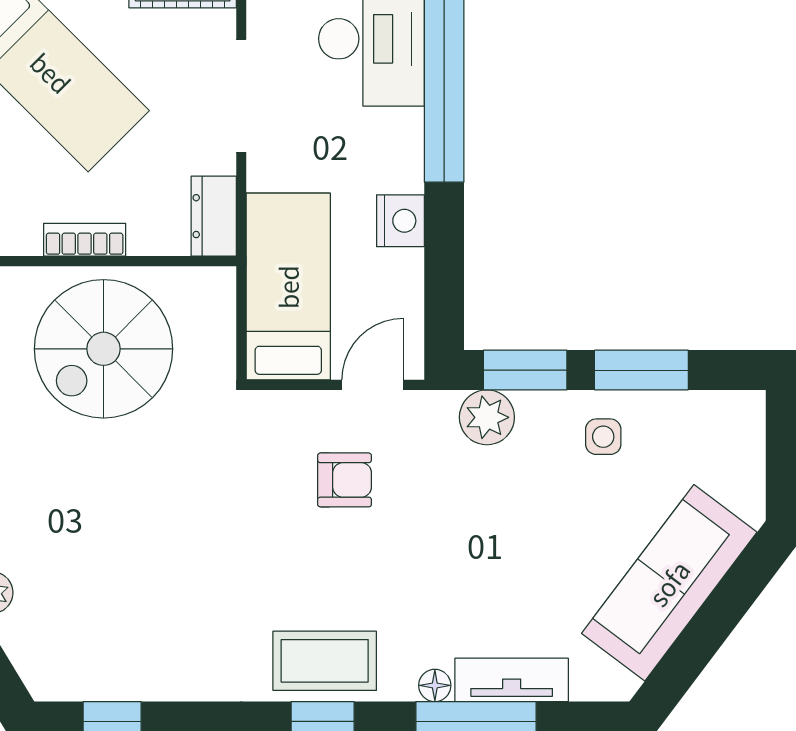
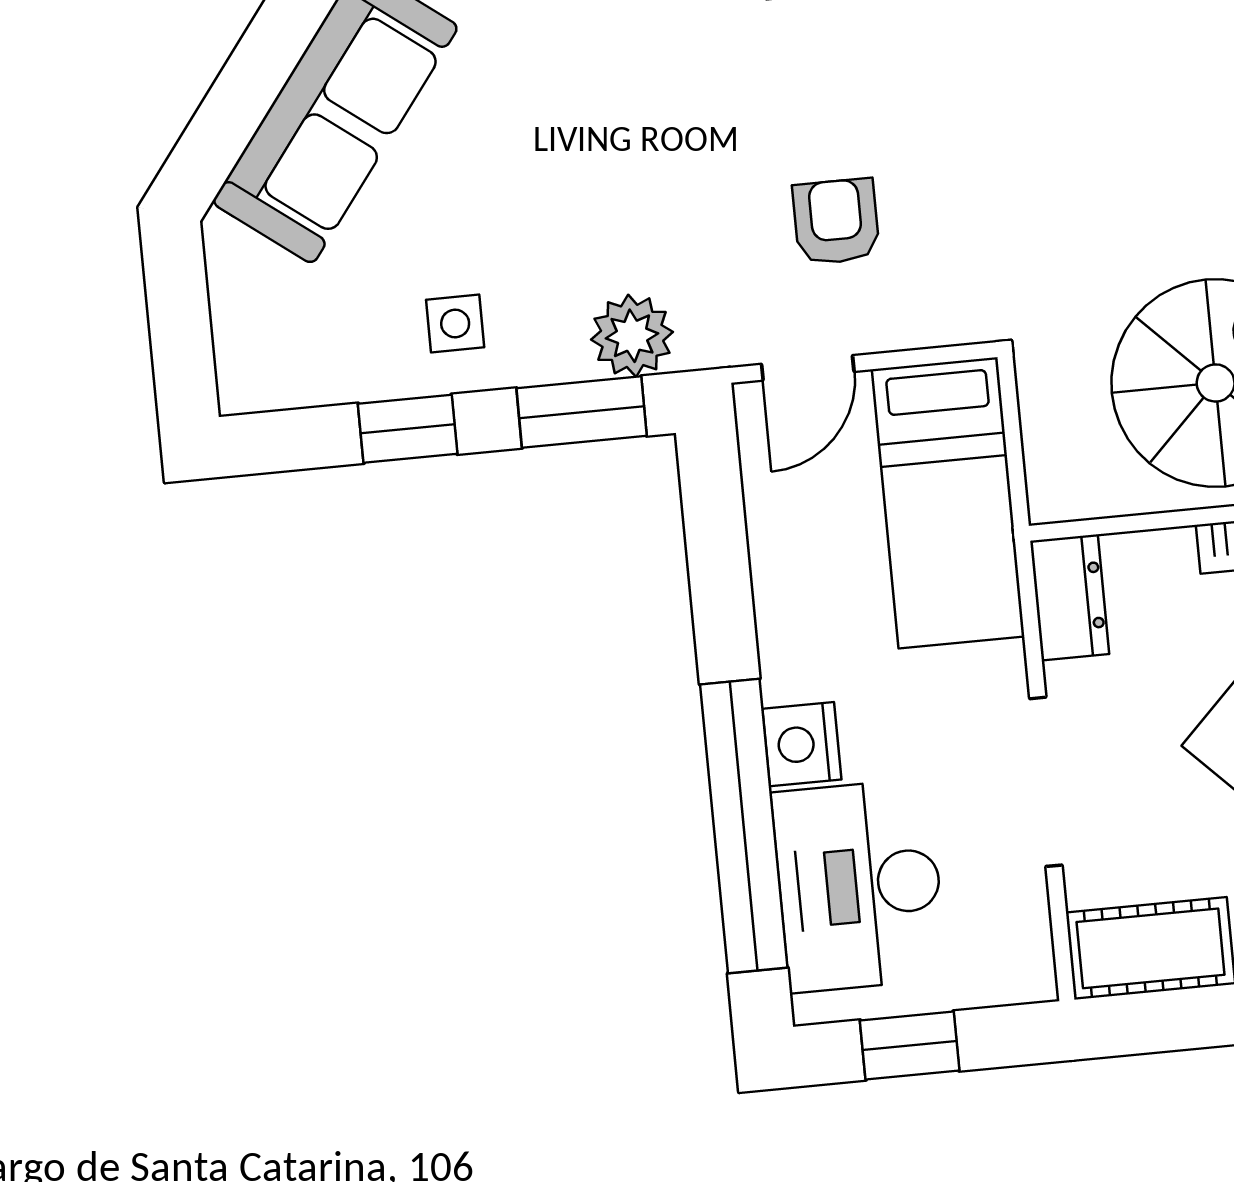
nightstand: (400, 221) -> (802, 744), moved
window: (641, 370) -> (408, 429), width x0.67
armchair: (345, 480) -> (836, 222), turned 90

